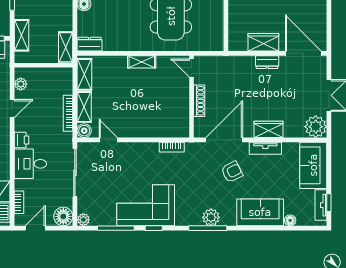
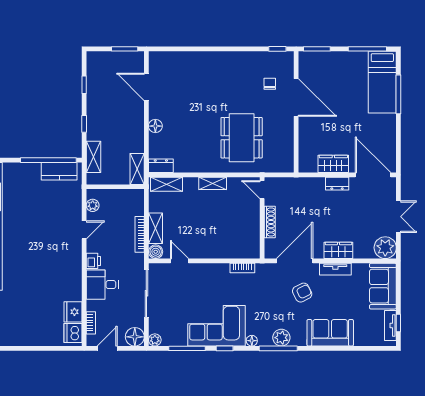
shelving: (84, 74) -> (166, 184), moved, turned 90
floor lamp: (290, 220) -> (252, 341), moved

